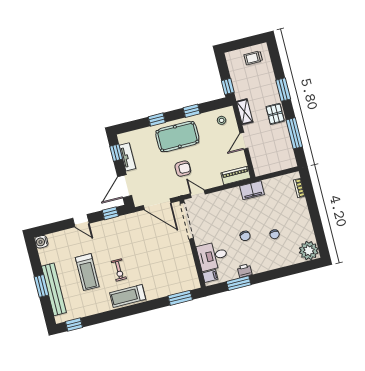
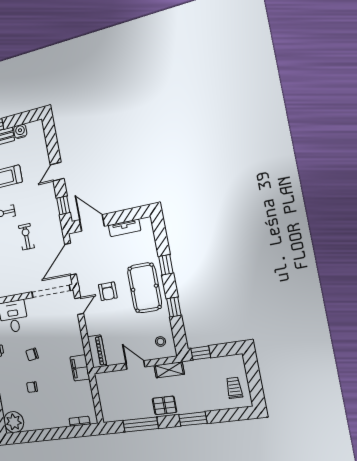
window: (116, 153) -> (130, 215), removed
water cooler: (41, 242) -> (20, 131), moved
exercise bike: (140, 247) -> (26, 237), added

